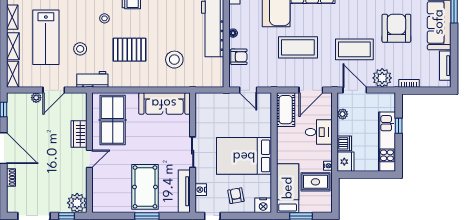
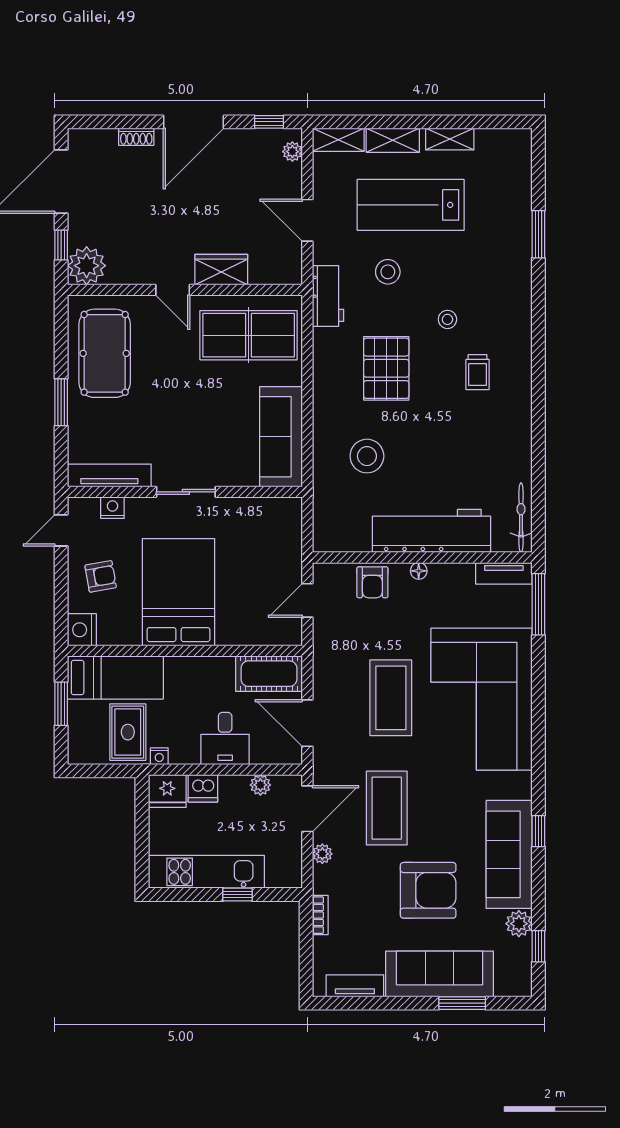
plant: (382, 78) -> (322, 854), width x0.53, depth x0.53
plant: (36, 98) -> (292, 152), moved
pool table: (145, 187) -> (105, 353), moved, turned 90

